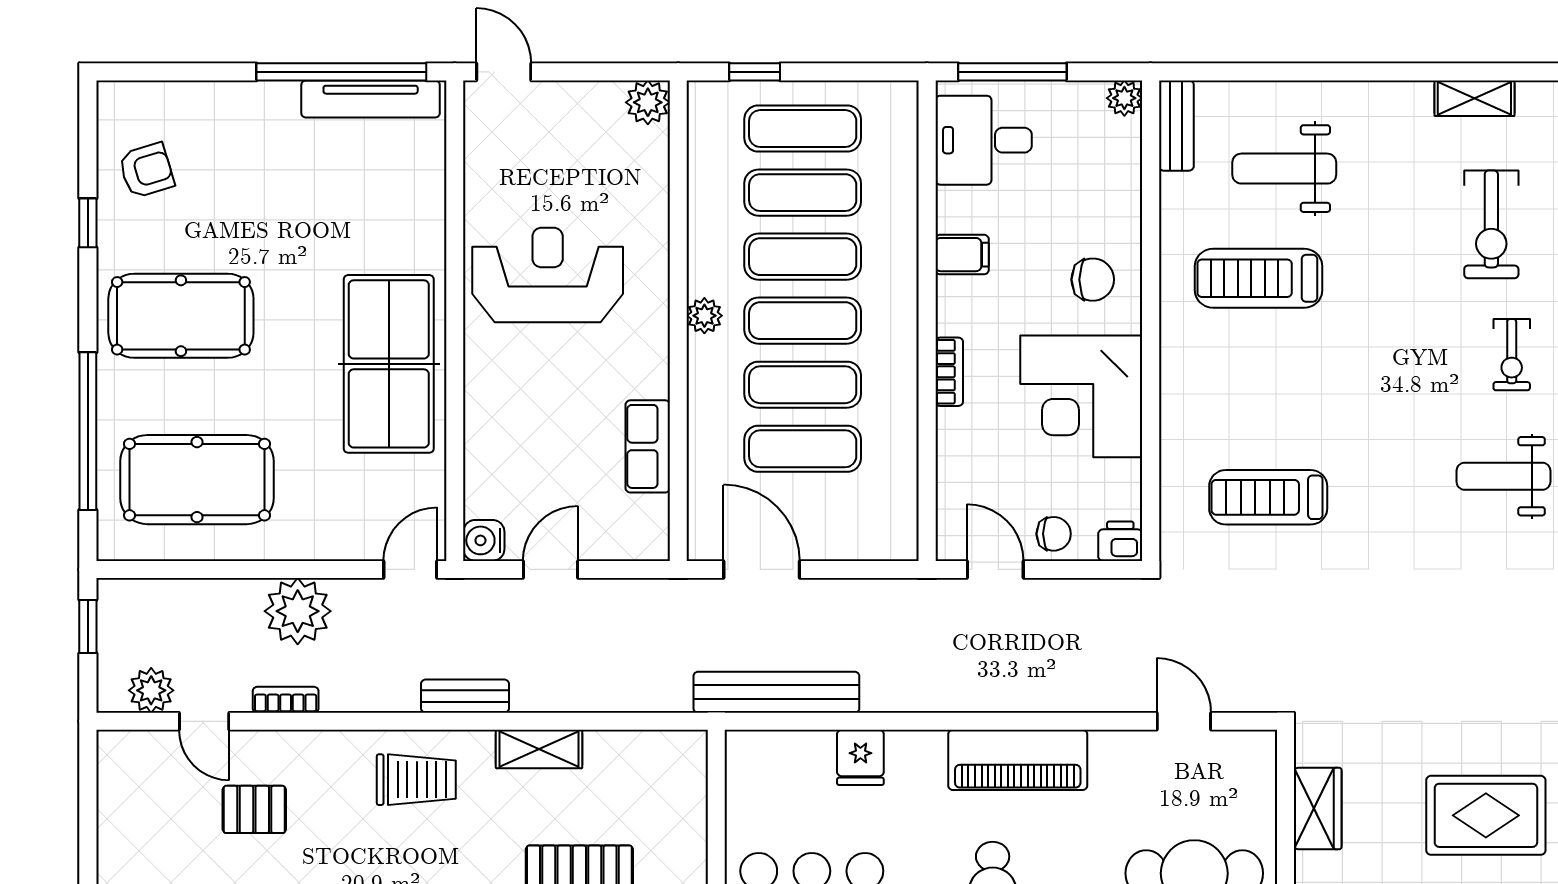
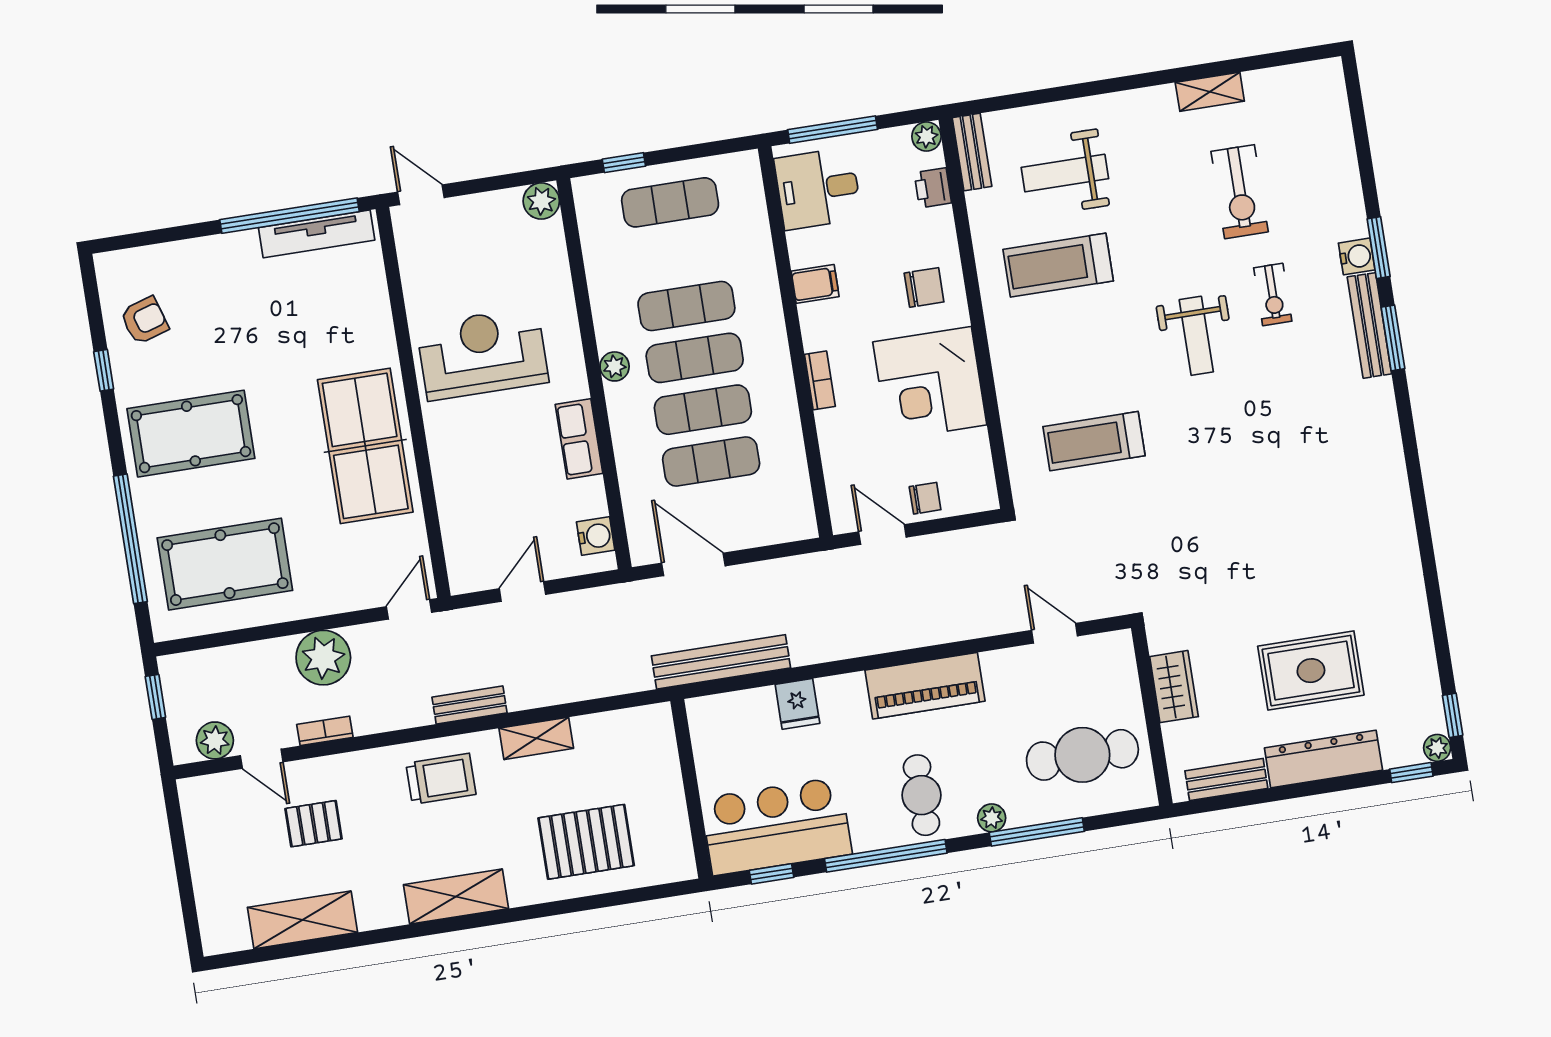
exercise mat: (803, 193) -> (678, 254), removed
row of seats: (648, 446) -> (579, 439), moved
weight bench: (1503, 476) -> (1196, 336), moved, turned -90
water cooler: (484, 540) -> (596, 536), moved, turned 180
printer: (1120, 541) -> (933, 188), moved, turned -90

